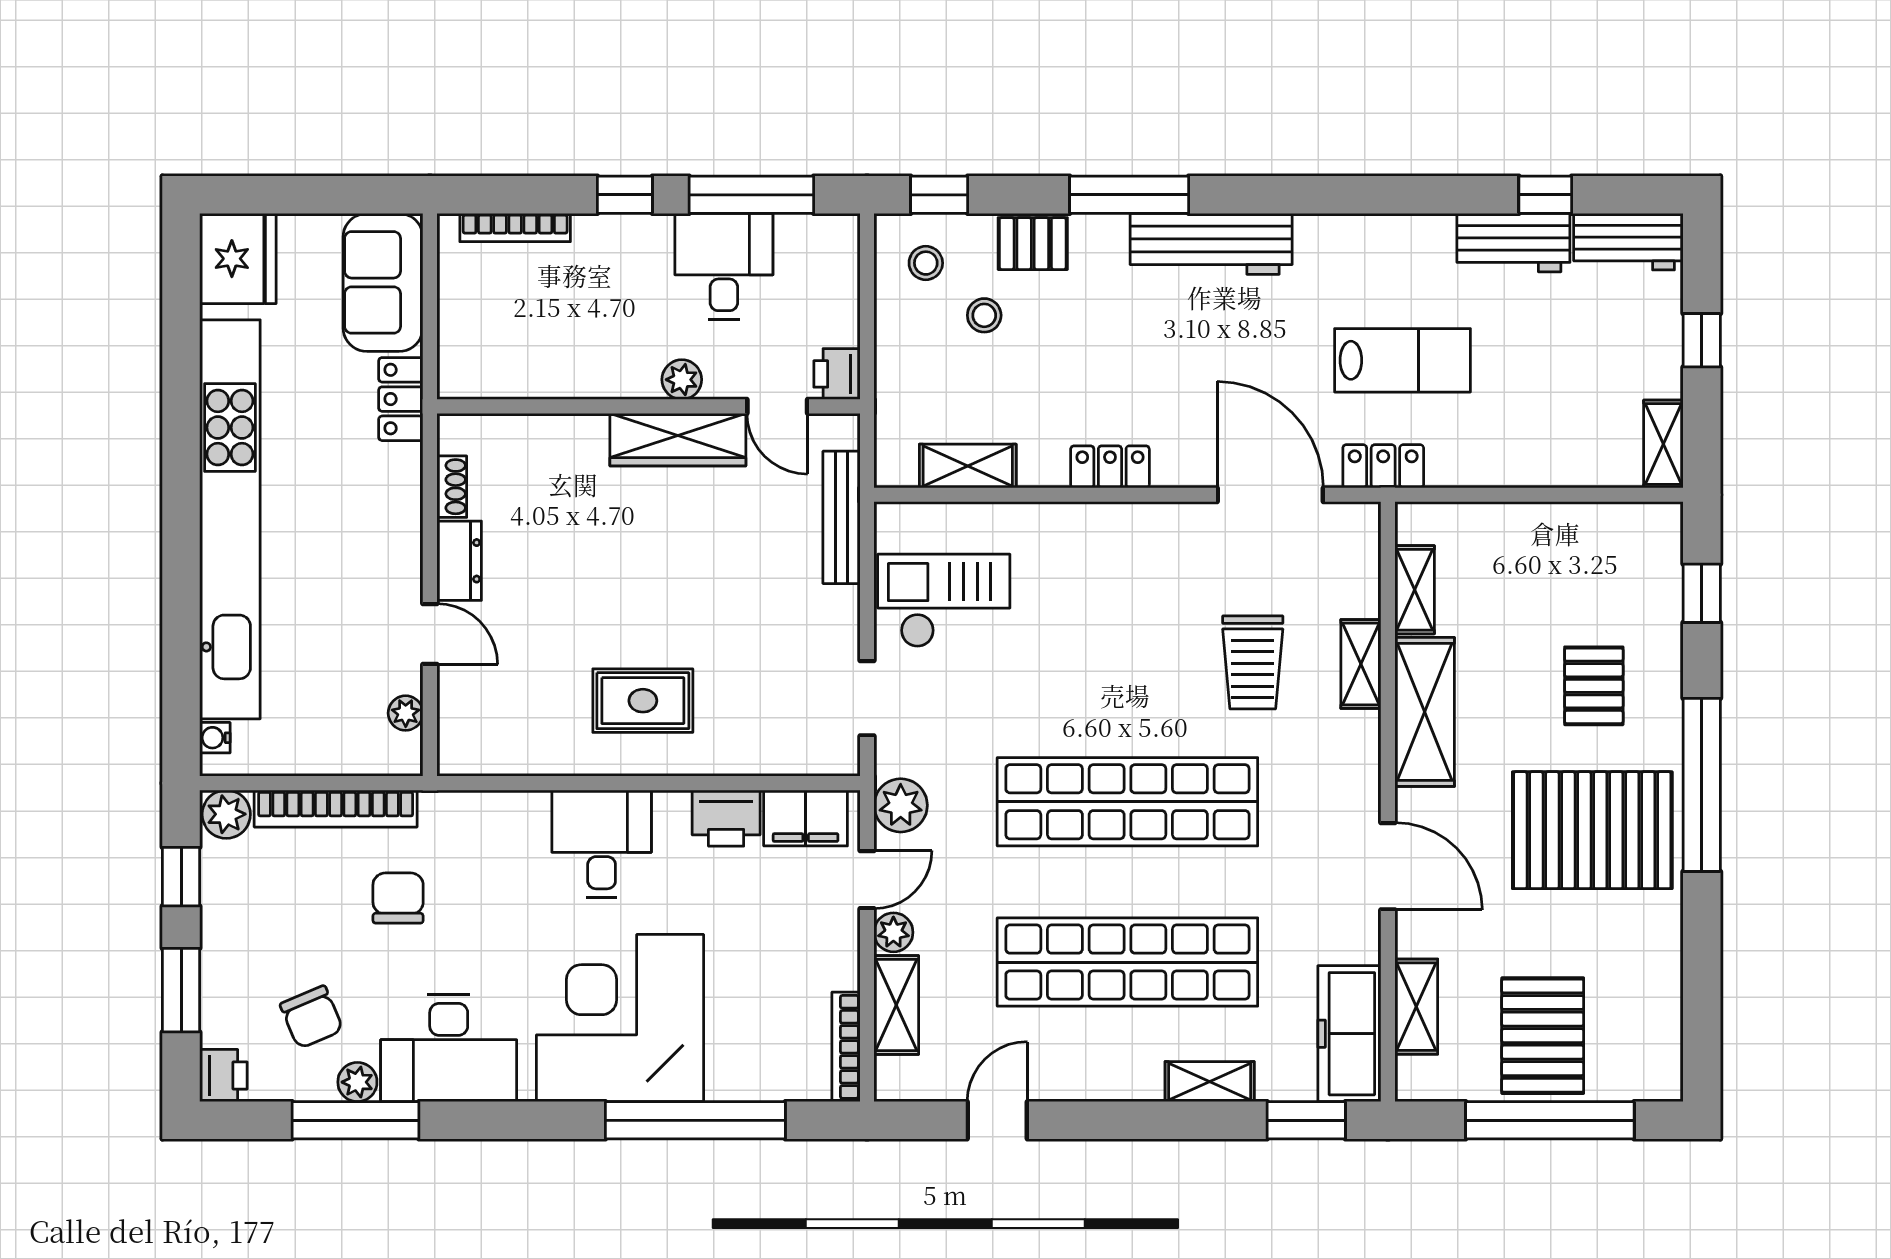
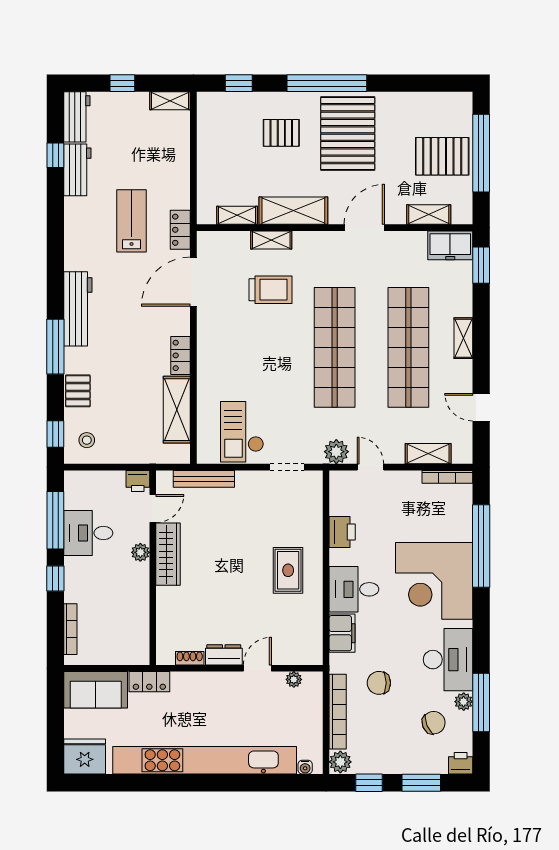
stool: (984, 315) -> (111, 413), removed
shelving: (968, 466) -> (177, 410), width x1.50, depth x1.33
filing cabinet: (806, 818) -> (342, 633), moved
plant: (893, 932) -> (395, 455), removed
freezer: (1349, 1034) -> (450, 245), width x0.71
shelving: (1210, 1082) -> (463, 338), moved

